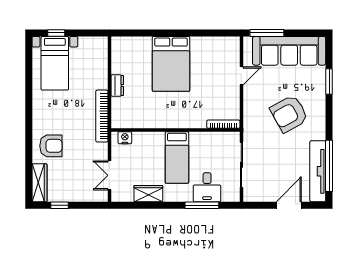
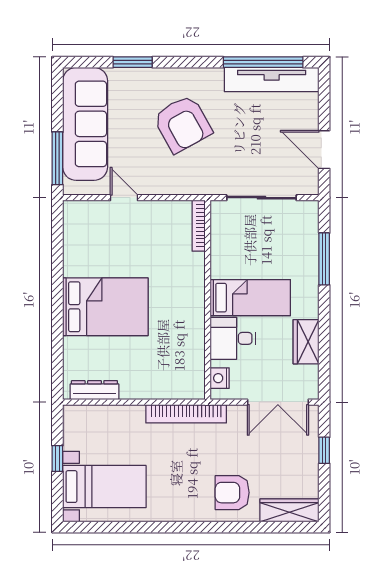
window: (56, 33) -> (57, 459), moved
dresser: (117, 86) -> (94, 390), moved, width x1.44
armchair: (51, 146) -> (232, 493), turned -90
double door: (109, 175) -> (278, 402), width x1.37
desk: (207, 187) -> (233, 338), moved, turned 180
window: (60, 205) -> (324, 450), moved
door: (289, 205) -> (324, 150), moved

